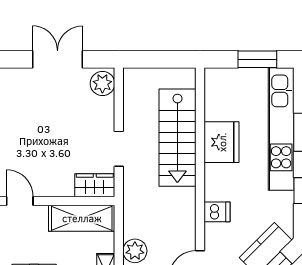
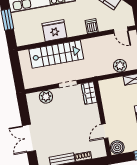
double door: (58, 59) -> (29, 138), moved
plant: (102, 84) -> (46, 97), moved
shelving: (82, 218) -> (108, 97), removed

